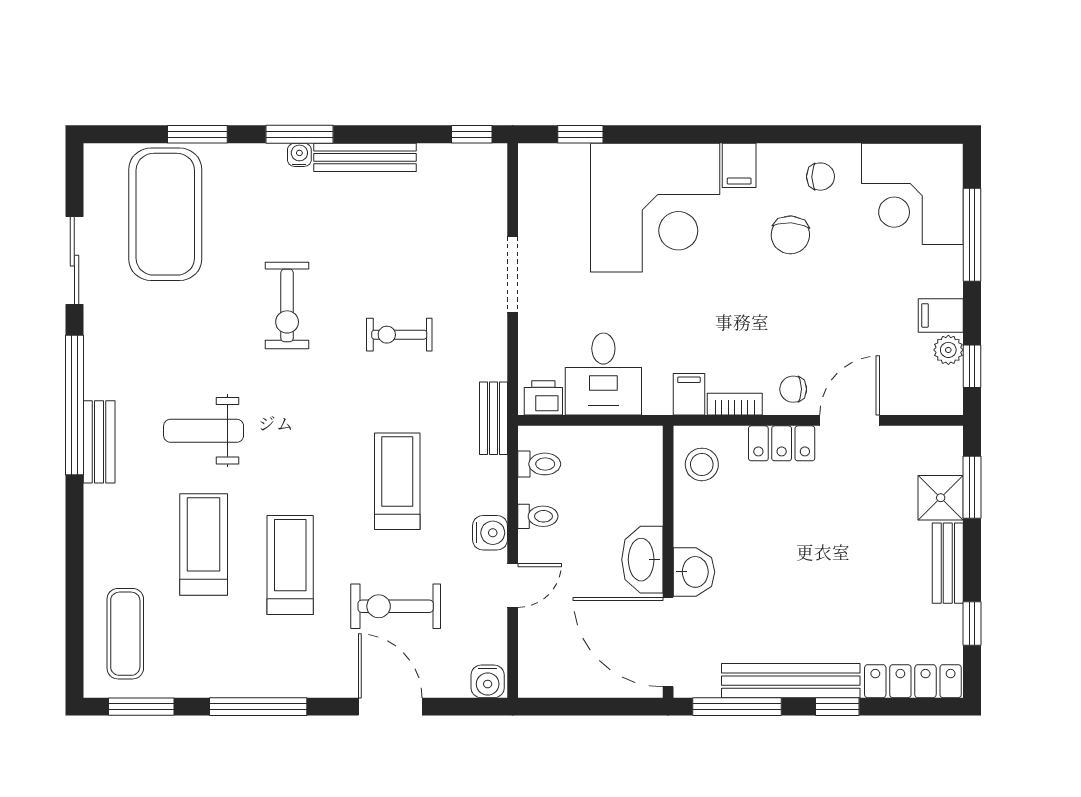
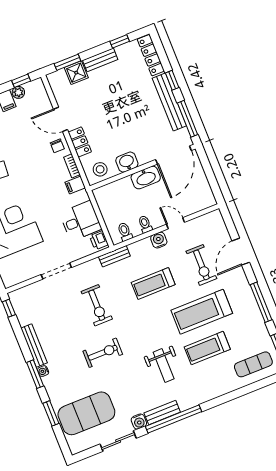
exercise bike: (399, 335) -> (97, 305), width x1.38, depth x1.39
bench: (99, 442) -> (162, 413), moved
treadmill: (290, 565) -> (202, 312), width x1.37, depth x1.38
washbasin: (694, 572) -> (127, 162), moved
water cooler: (488, 681) -> (139, 422), moved, turned 90

